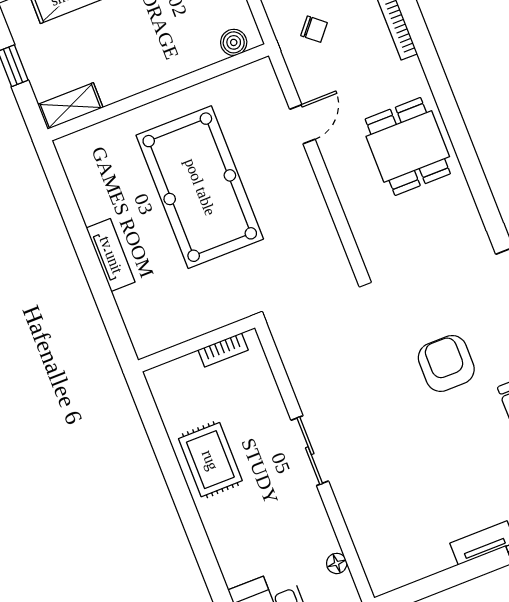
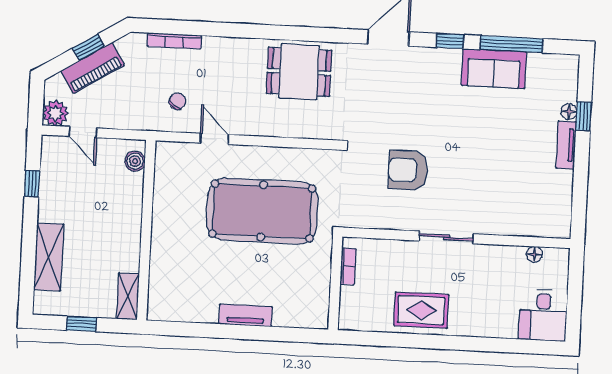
chair: (314, 29) -> (177, 101), moved
dining table: (408, 146) -> (299, 72), moved
pool table: (200, 187) -> (262, 211), moved
armchair: (446, 363) -> (408, 170), moved

